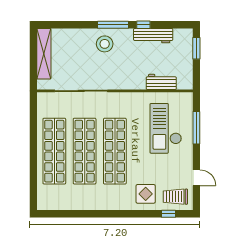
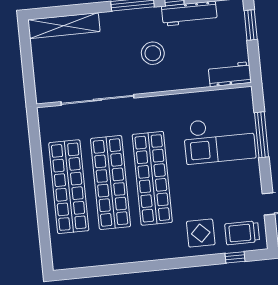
stool: (105, 44) -> (153, 53), moved
shelving: (44, 54) -> (64, 26), moved, turned 90
workbench: (161, 82) -> (230, 74), moved
checkout: (166, 128) -> (219, 140), turned -90

